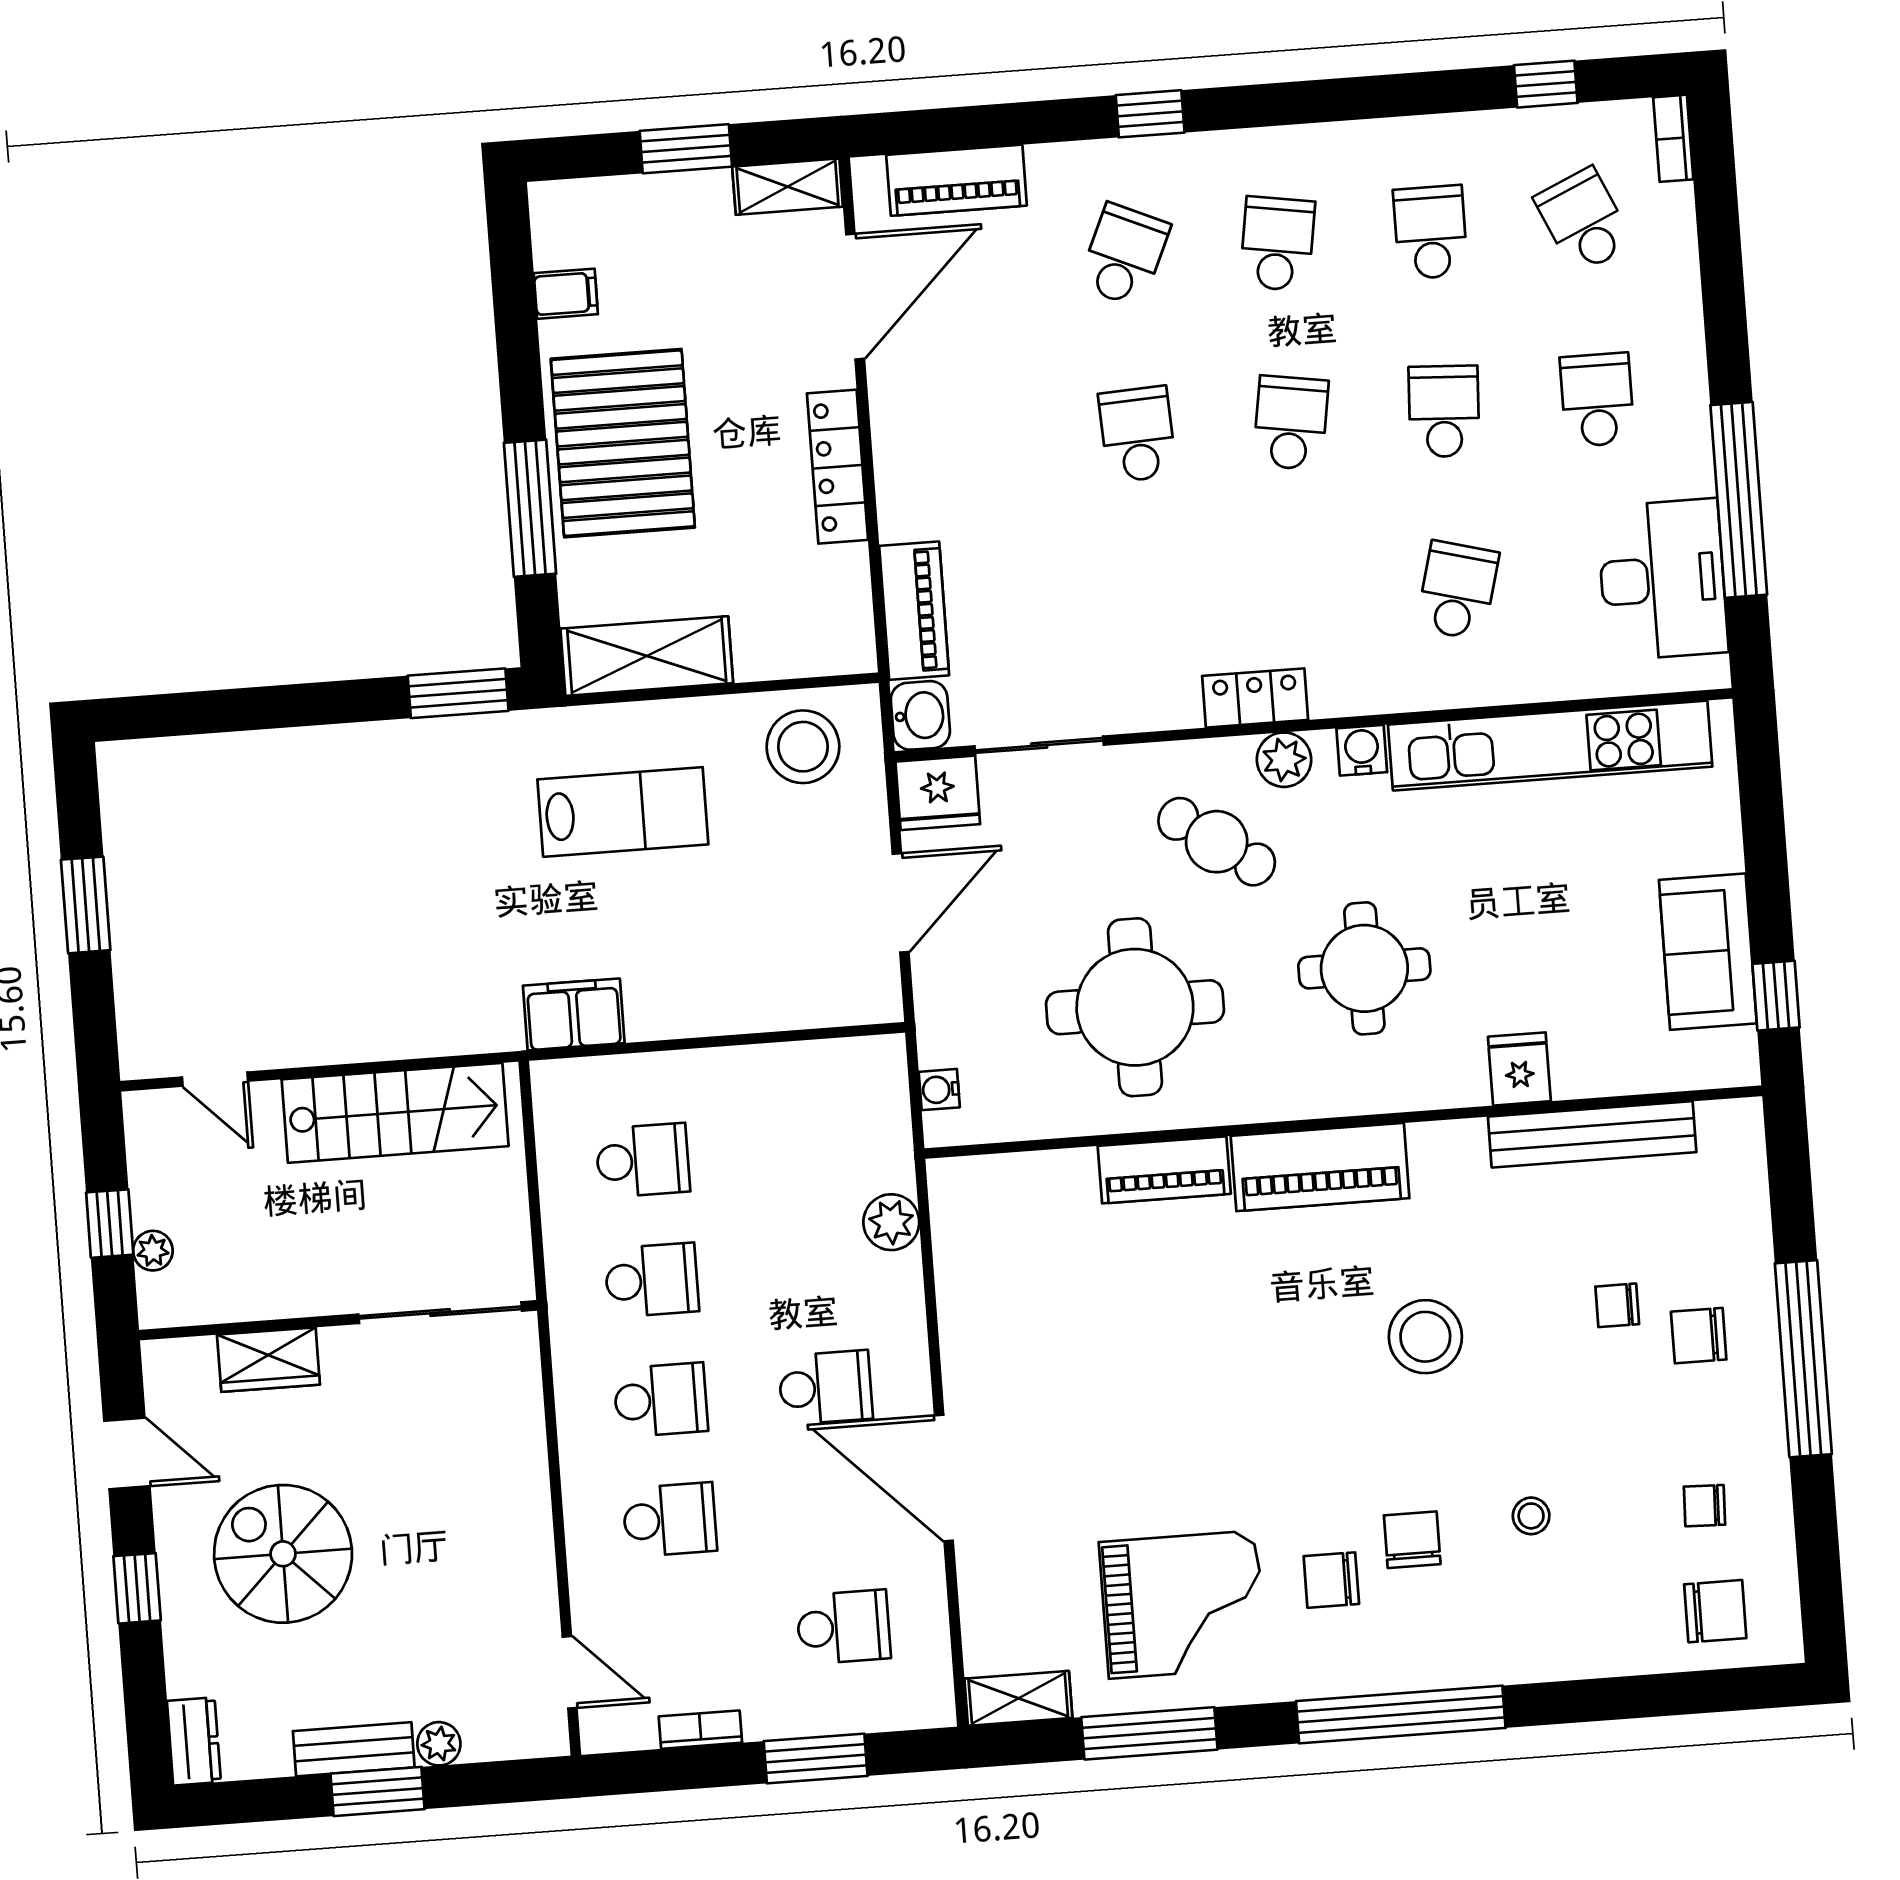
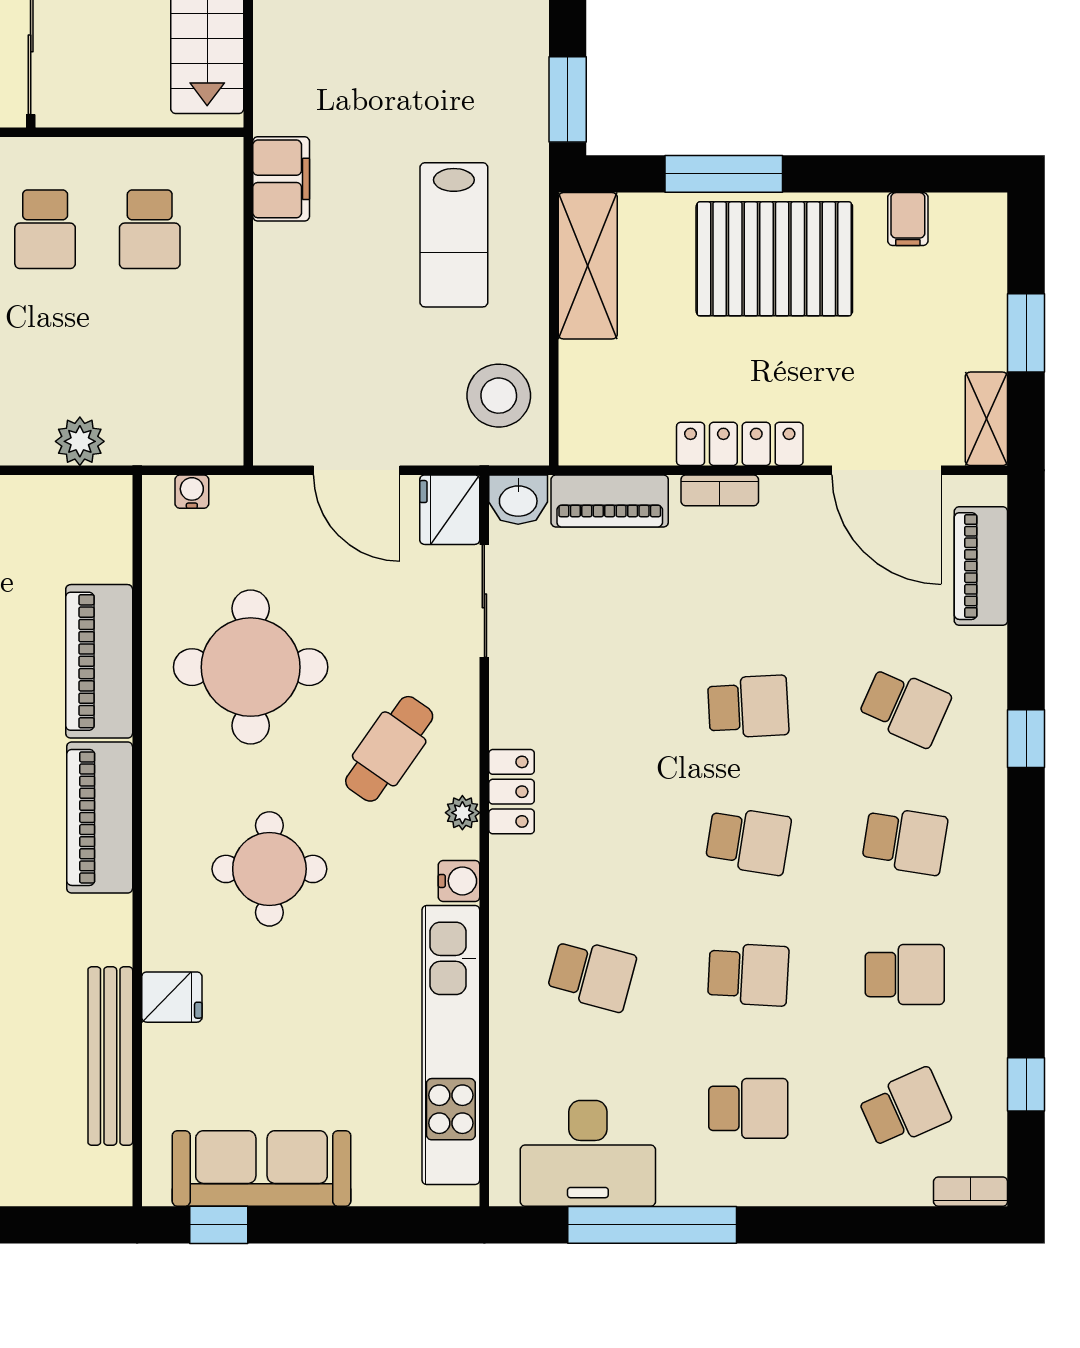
bookcase: (892, 486) -> (720, 490), added
plant: (1284, 760) -> (462, 813), width x0.73, depth x0.73
sofa: (1708, 952) -> (261, 1168), width x1.36
piano: (1164, 1170) -> (99, 661), width x1.37, depth x1.33

